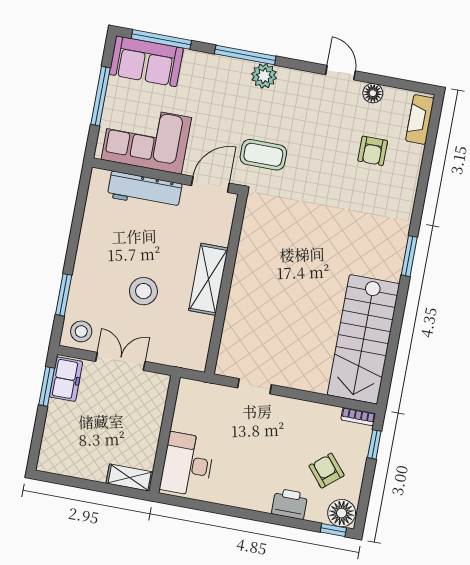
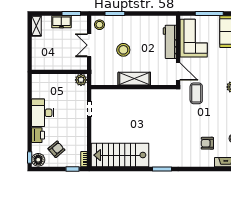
double door: (120, 361) -> (89, 45), swing flipped
freezer: (66, 379) -> (61, 22), moved
plant: (190, 392) -> (81, 80), added
desk: (187, 464) -> (43, 113), moved, turned -90
shelving: (130, 478) -> (36, 26), moved

